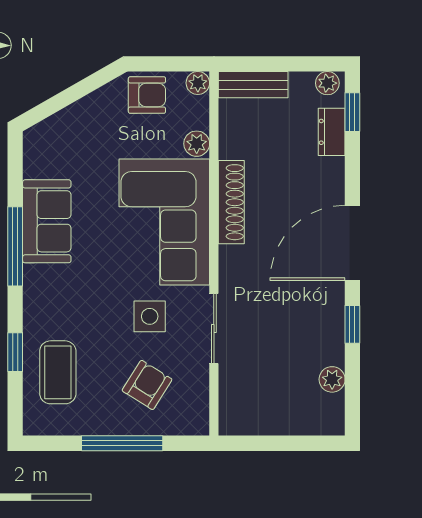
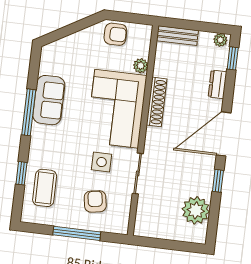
plant: (198, 83) -> (146, 31), removed
dresser: (332, 132) -> (217, 84), moved
plant: (332, 379) -> (196, 210), width x1.87, depth x1.87
armchair: (147, 385) -> (95, 201), turned -41

